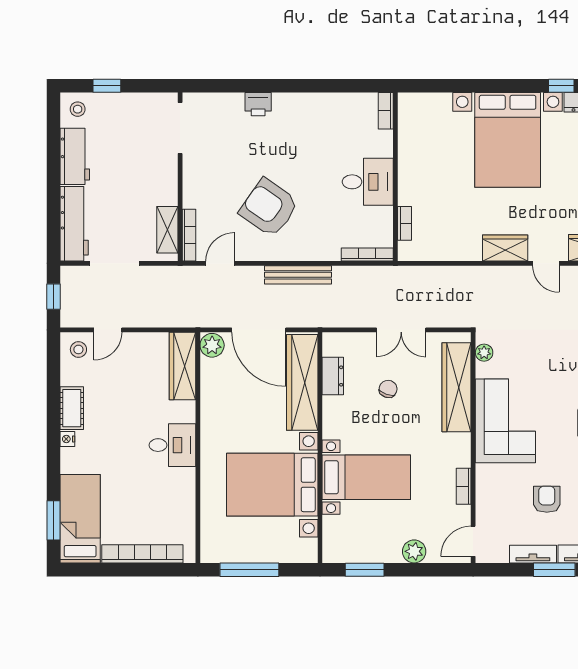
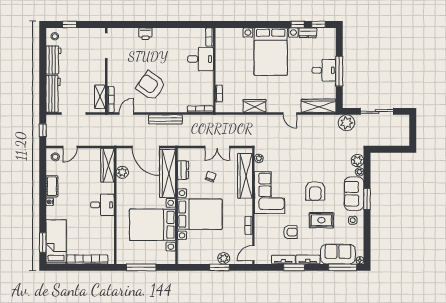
desk: (368, 182) -> (200, 59), moved
wardrobe: (505, 248) -> (255, 106), moved
plant: (212, 345) -> (122, 172), moved
bed with nightstands: (366, 477) -> (200, 214), width x1.36
armchair: (547, 499) -> (290, 232), turned 90
window: (365, 570) -> (219, 267), moved

